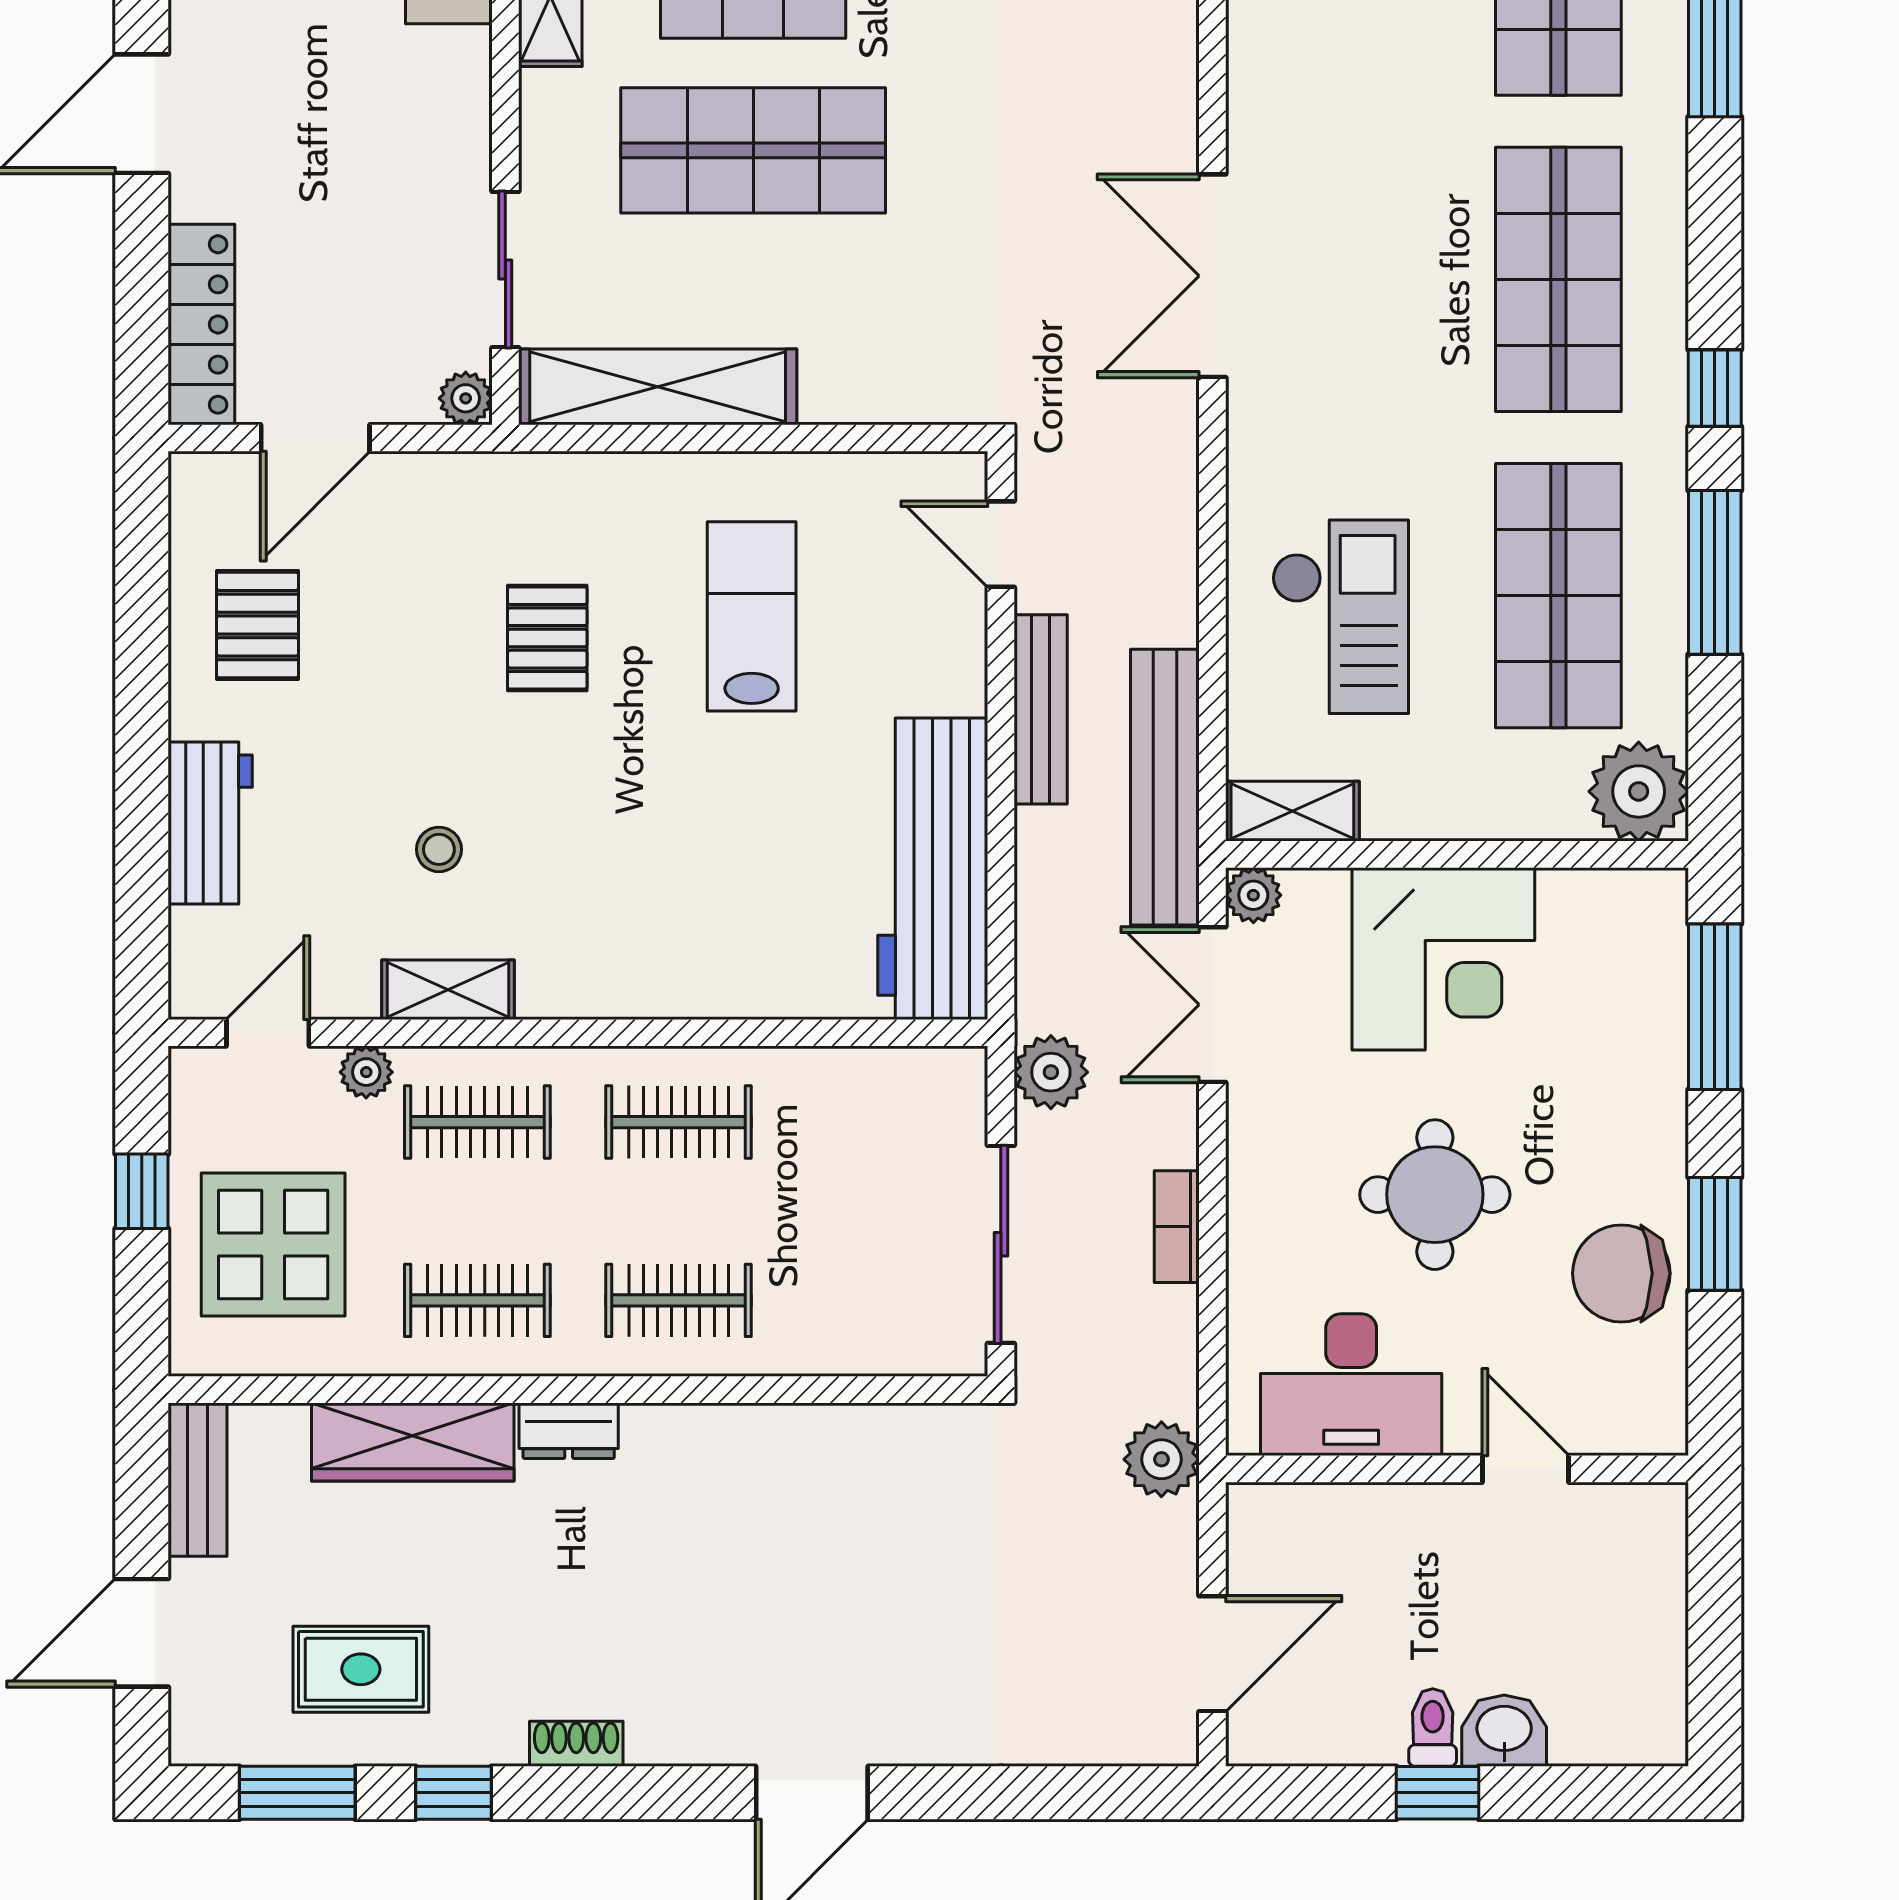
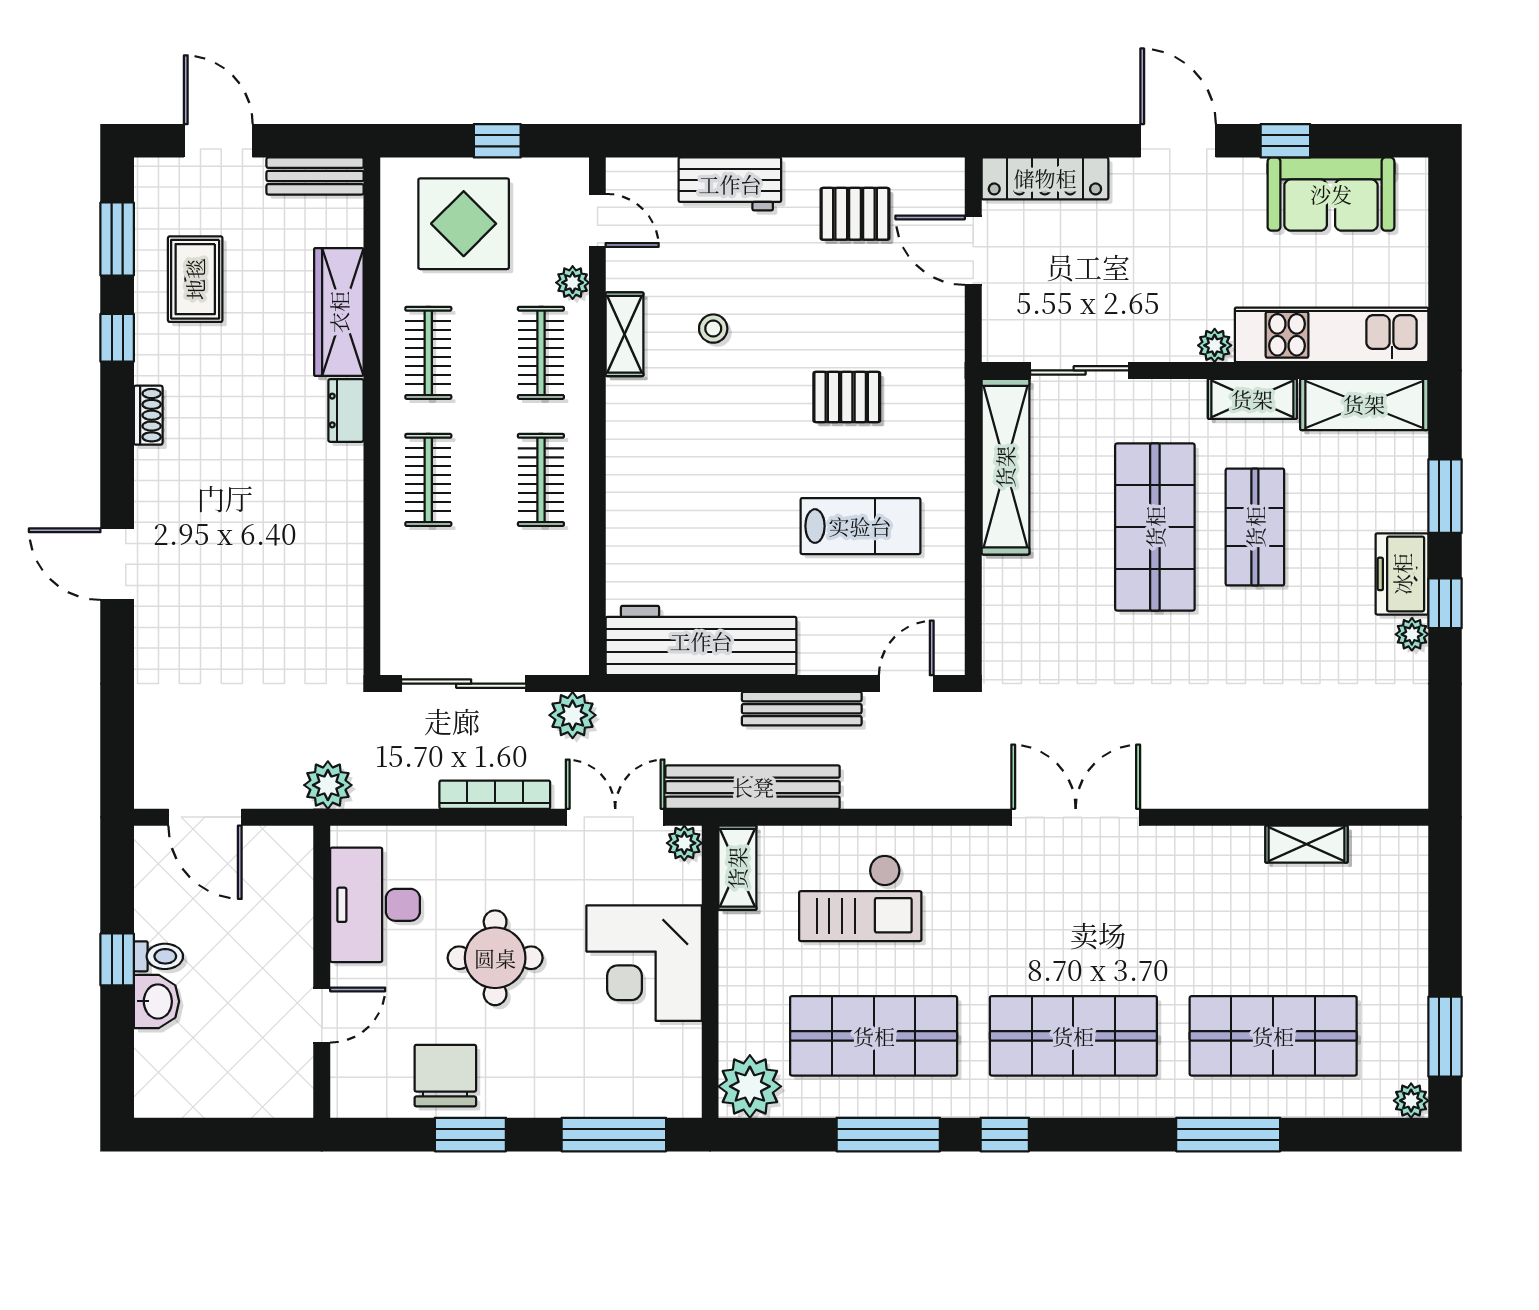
plant: (466, 398) -> (1215, 345), moved
bookcase: (1177, 1227) -> (495, 795), width x1.56

